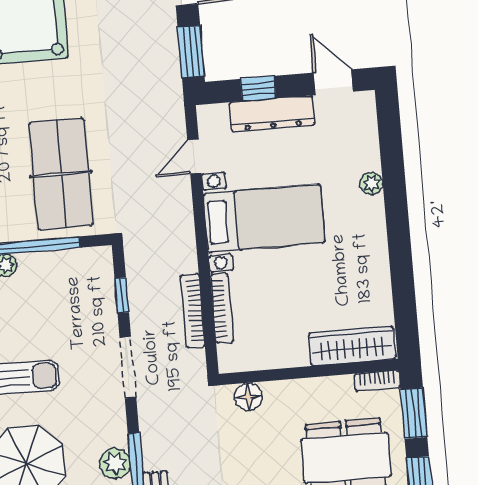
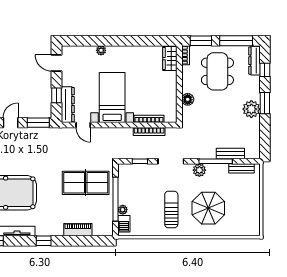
door: (333, 82) -> (56, 63), hinge flipped
dresser: (272, 114) -> (68, 105), moved
wardrobe: (352, 346) -> (170, 59), width x0.67
floor lamp: (248, 397) -> (188, 99), moved
plant: (115, 463) -> (199, 170), moved

